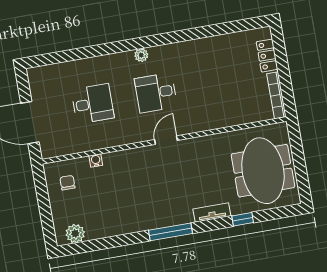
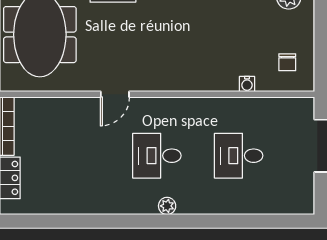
desk: (156, 93) -> (157, 156), turned 180
door: (166, 140) -> (115, 94), moved

